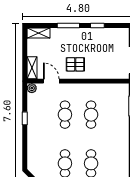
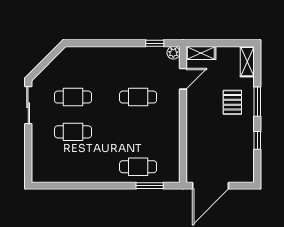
pallet: (75, 64) -> (232, 102), moved
cafe table: (91, 115) -> (138, 167), moved
window: (25, 118) -> (155, 43), moved

